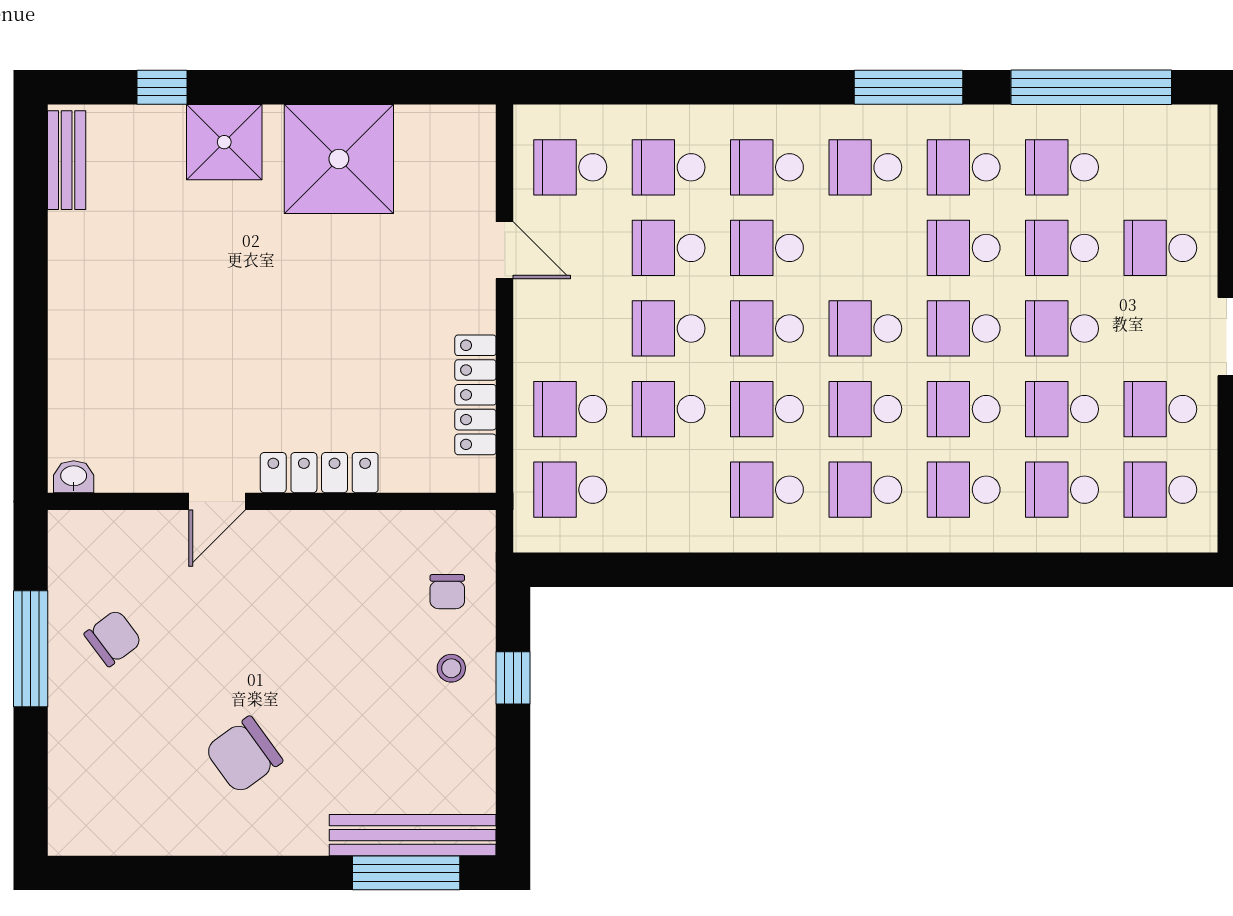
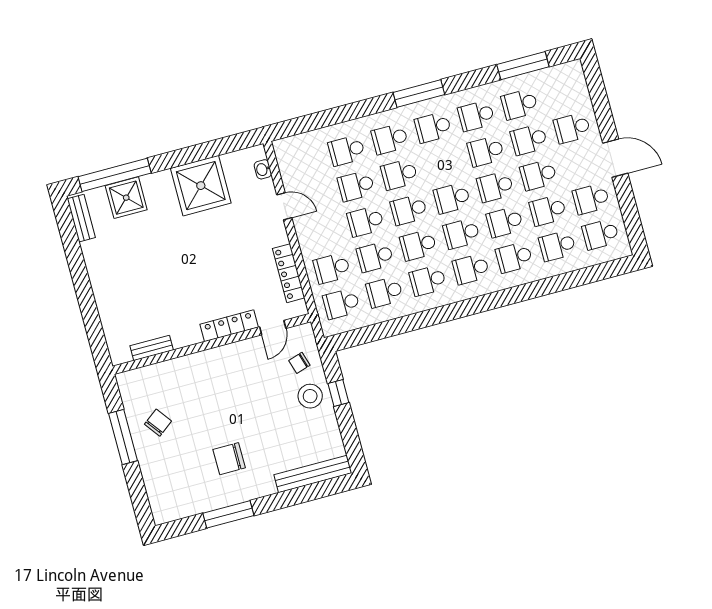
window: (162, 87) -> (115, 175), width x3.17
window: (908, 87) -> (419, 93), moved
window: (1091, 87) -> (523, 66), width x0.68
shower: (224, 142) -> (126, 198), moved
school desk: (570, 167) -> (385, 292), moved
bench: (142, 476) -> (152, 348), added
washbasin: (74, 477) -> (263, 169), moved, turned -90
door: (217, 501) -> (273, 328), moved
chair: (447, 592) -> (299, 363), turned 73
stool: (451, 668) -> (310, 396), width x1.89, depth x1.89
chair: (244, 755) -> (229, 459), turned 36
window: (406, 873) -> (228, 514), moved

